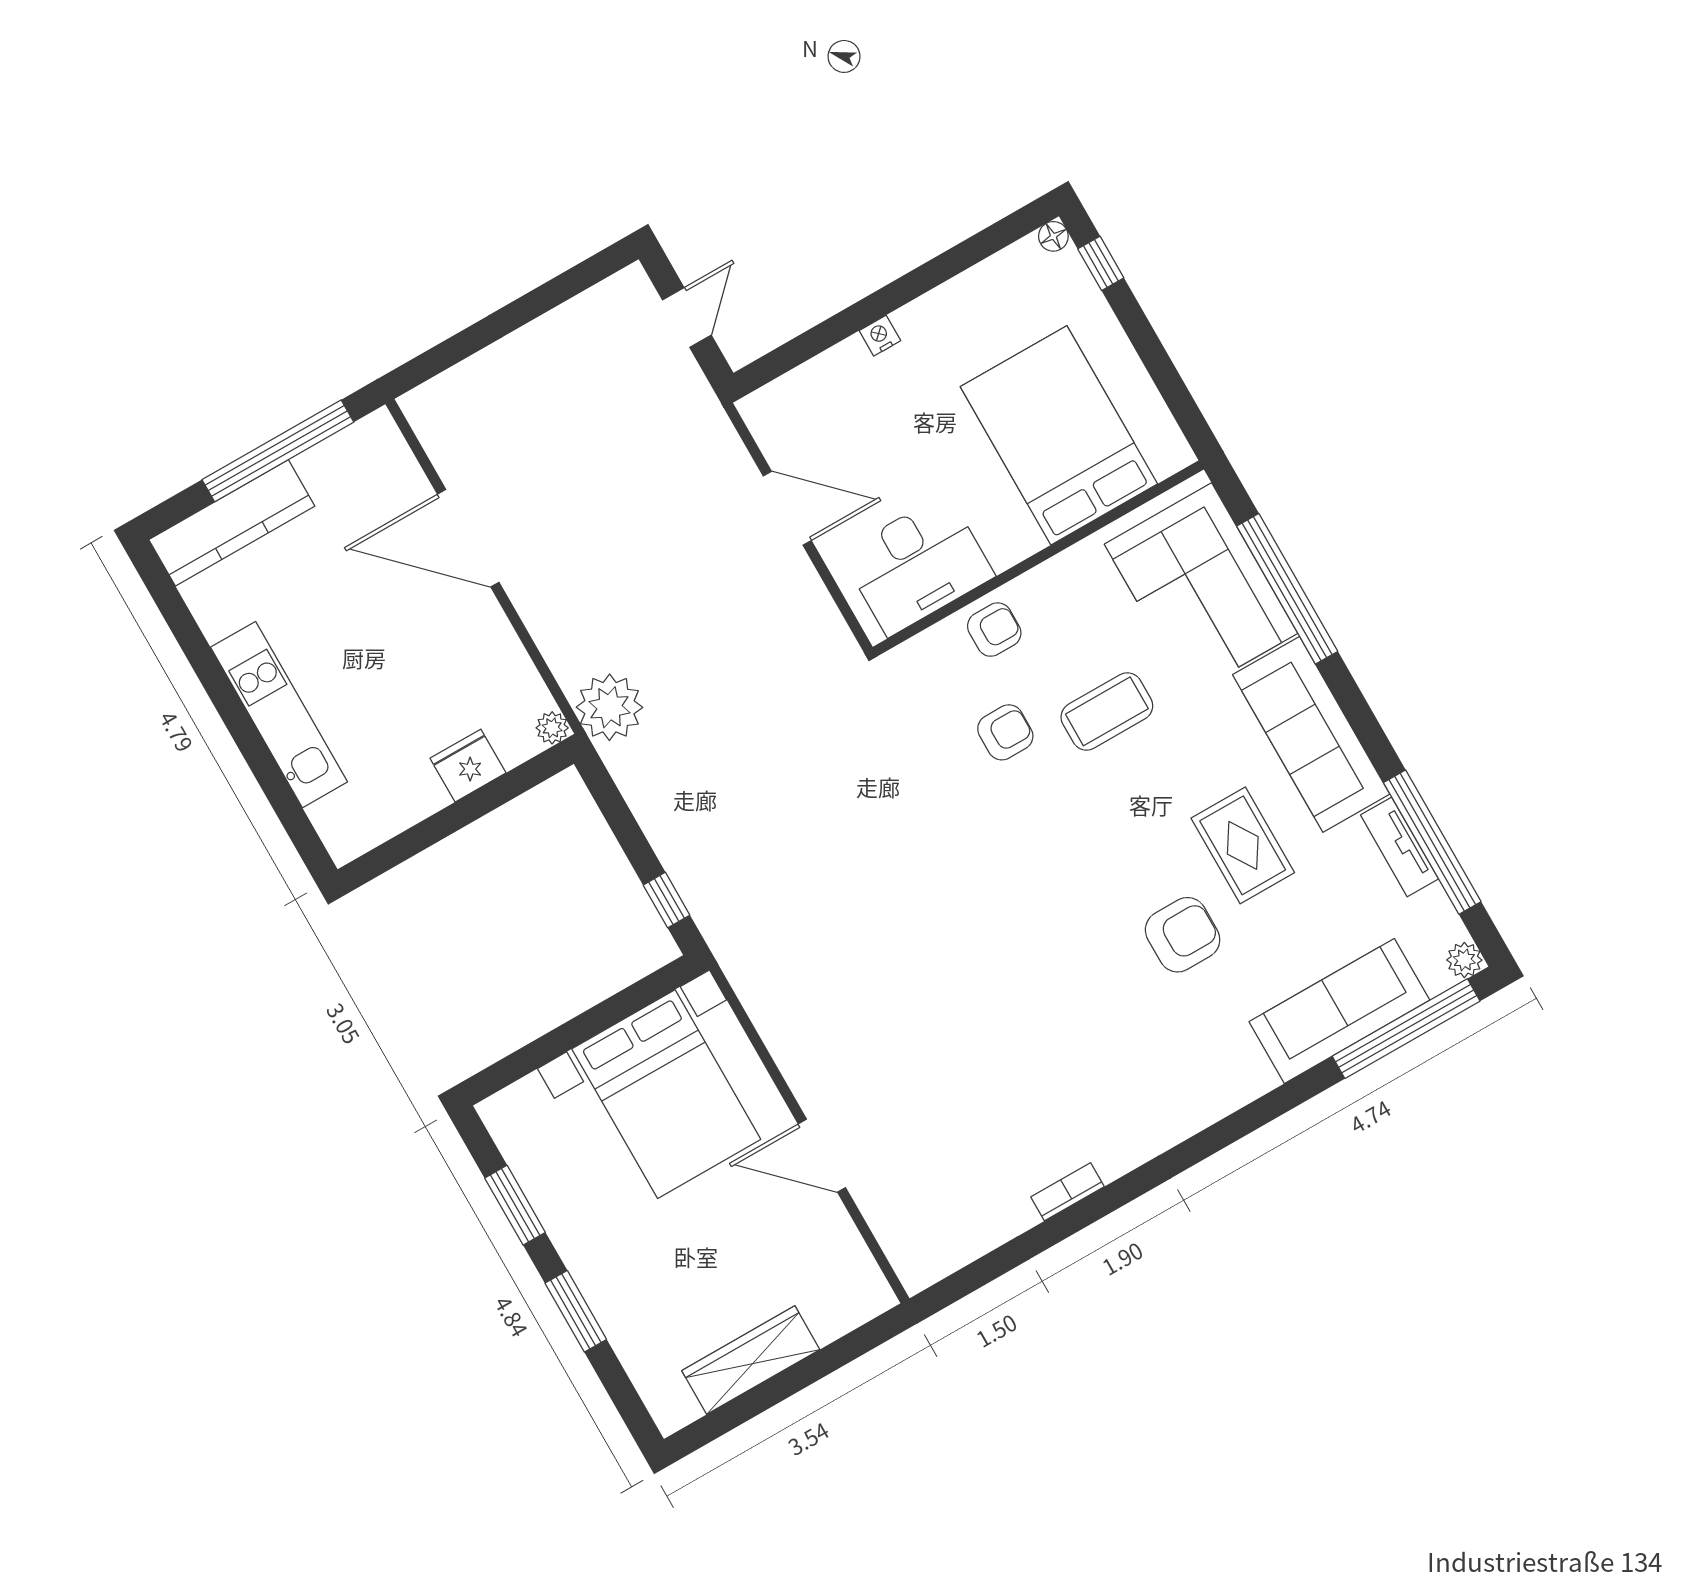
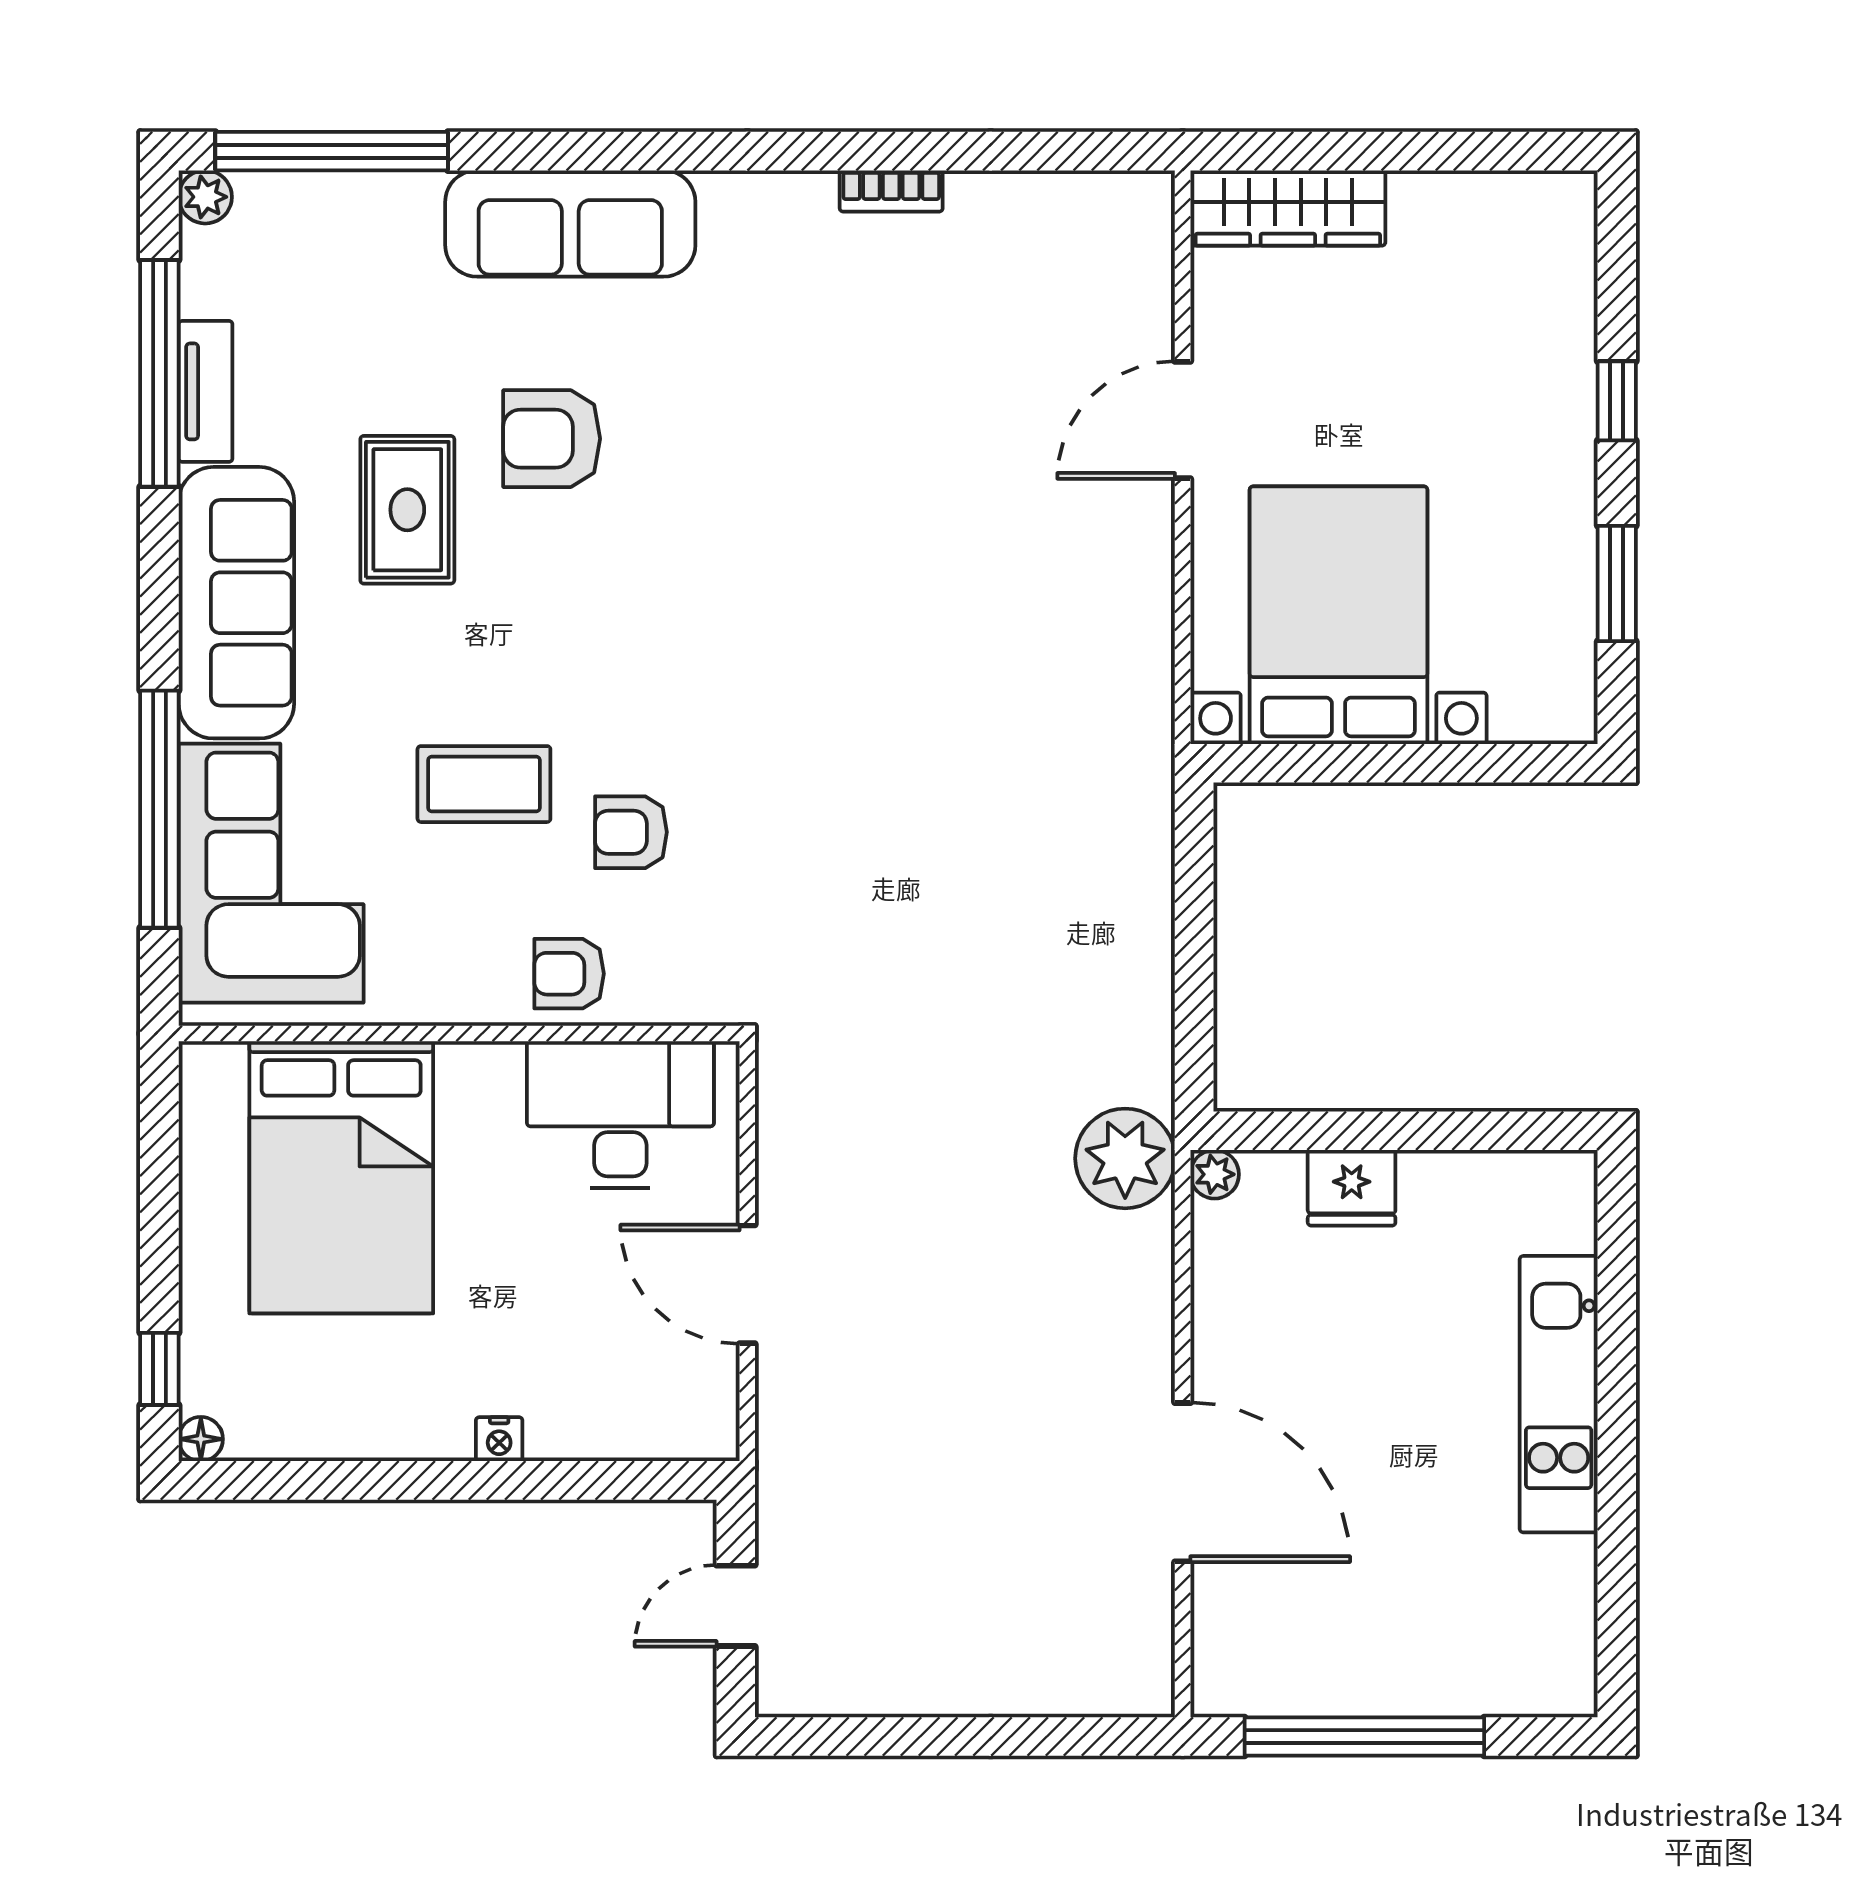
kitchen counter: (232, 523) -> (1478, 1677), removed
window: (667, 900) -> (1194, 866), removed
sofa: (1339, 1011) -> (570, 224), moved
door: (822, 1156) -> (1183, 420), swing flipped
window: (576, 1311) -> (1617, 401), width x0.67
wardrobe: (751, 1360) -> (1288, 208), moved

